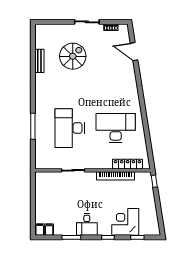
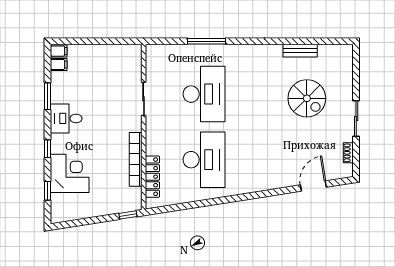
desk: (70, 128) -> (204, 94), turned 90

